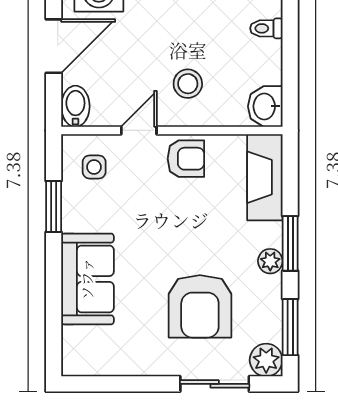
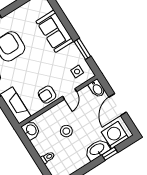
stool: (188, 84) -> (66, 131), moved

